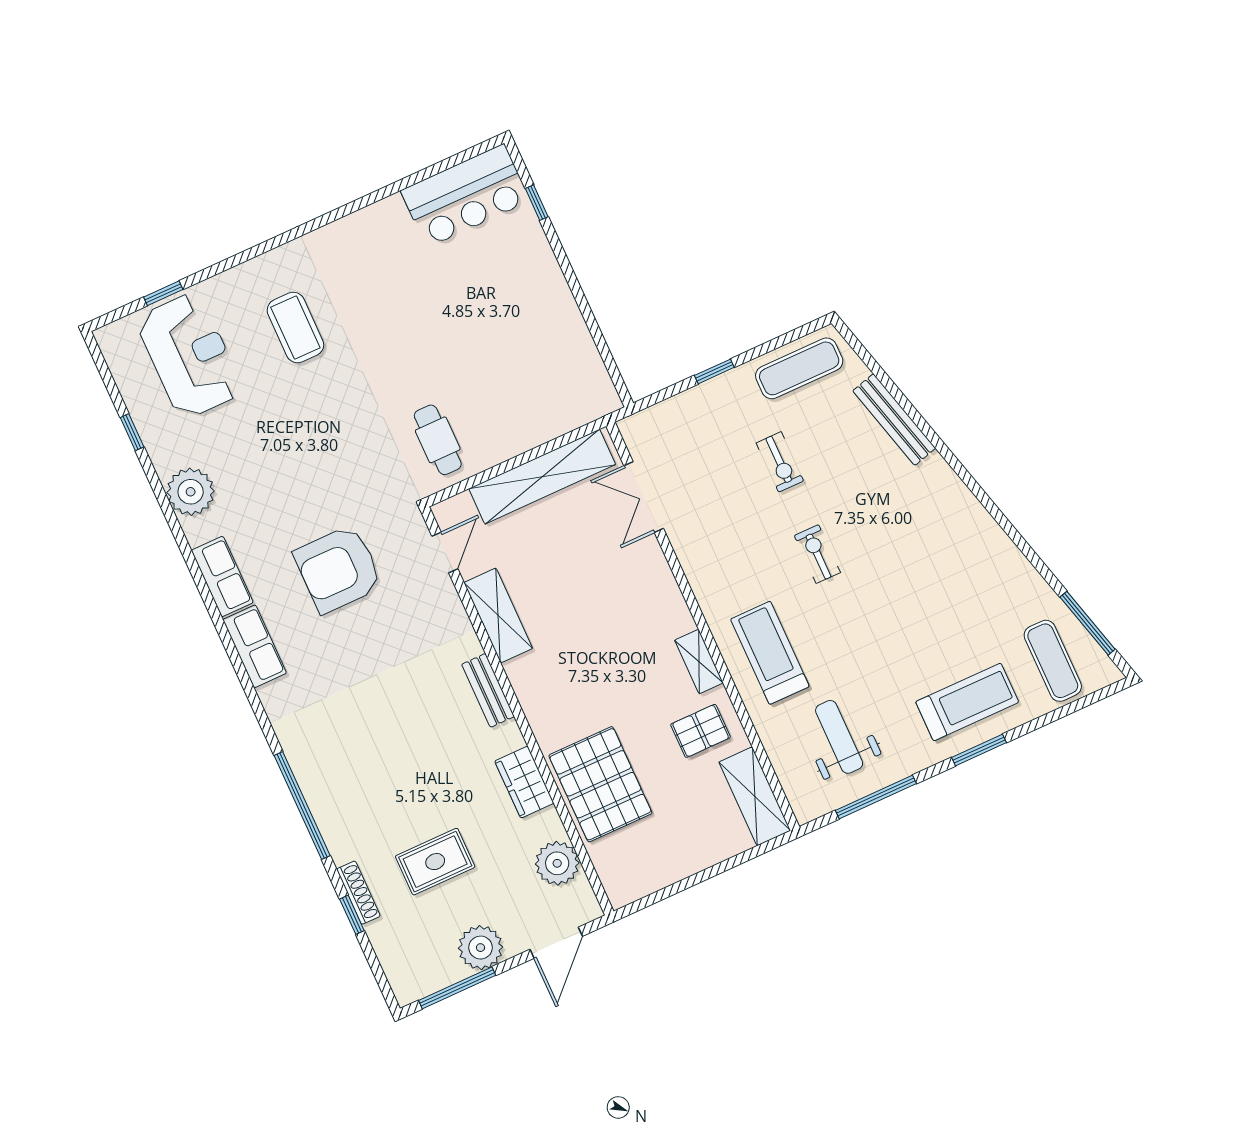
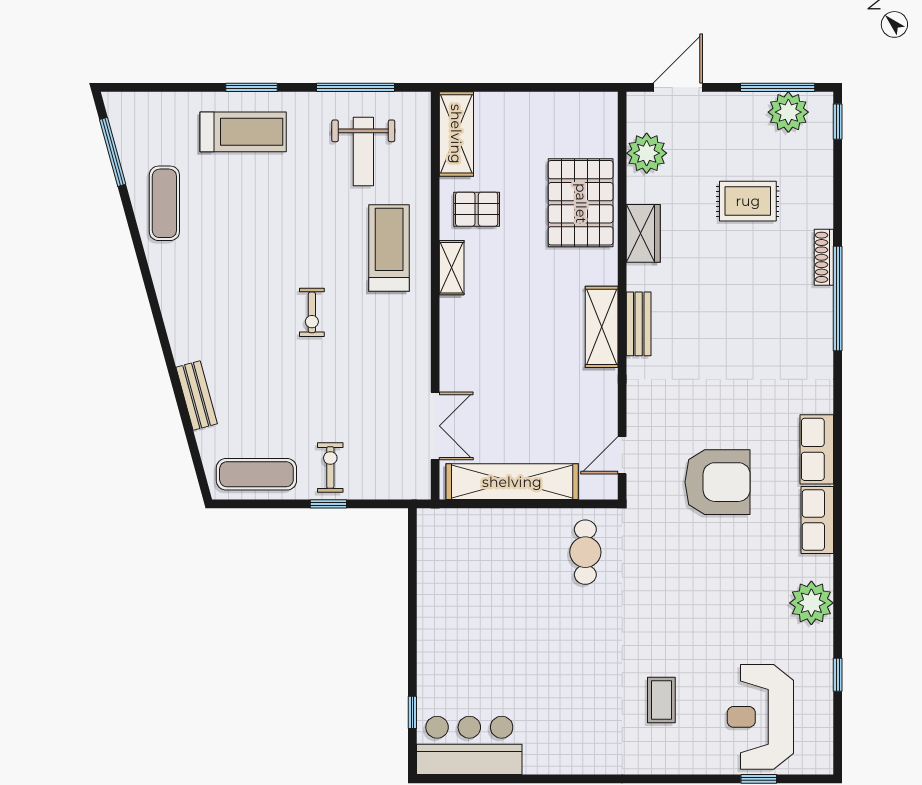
coffee table: (295, 327) -> (661, 700), width x0.73, depth x0.77
bench: (894, 420) -> (197, 395), width x0.73
exercise bike: (780, 462) -> (330, 467), moved
shelving: (498, 615) -> (602, 327), moved
treadmill: (770, 653) -> (389, 248), turned 180
exercise mat: (1053, 661) -> (164, 203), moved
treadmill: (967, 702) -> (243, 132), turned 180
shoe rack: (358, 893) -> (824, 257), moved
window: (352, 915) -> (838, 122), moved
plant: (480, 948) -> (788, 112), moved

